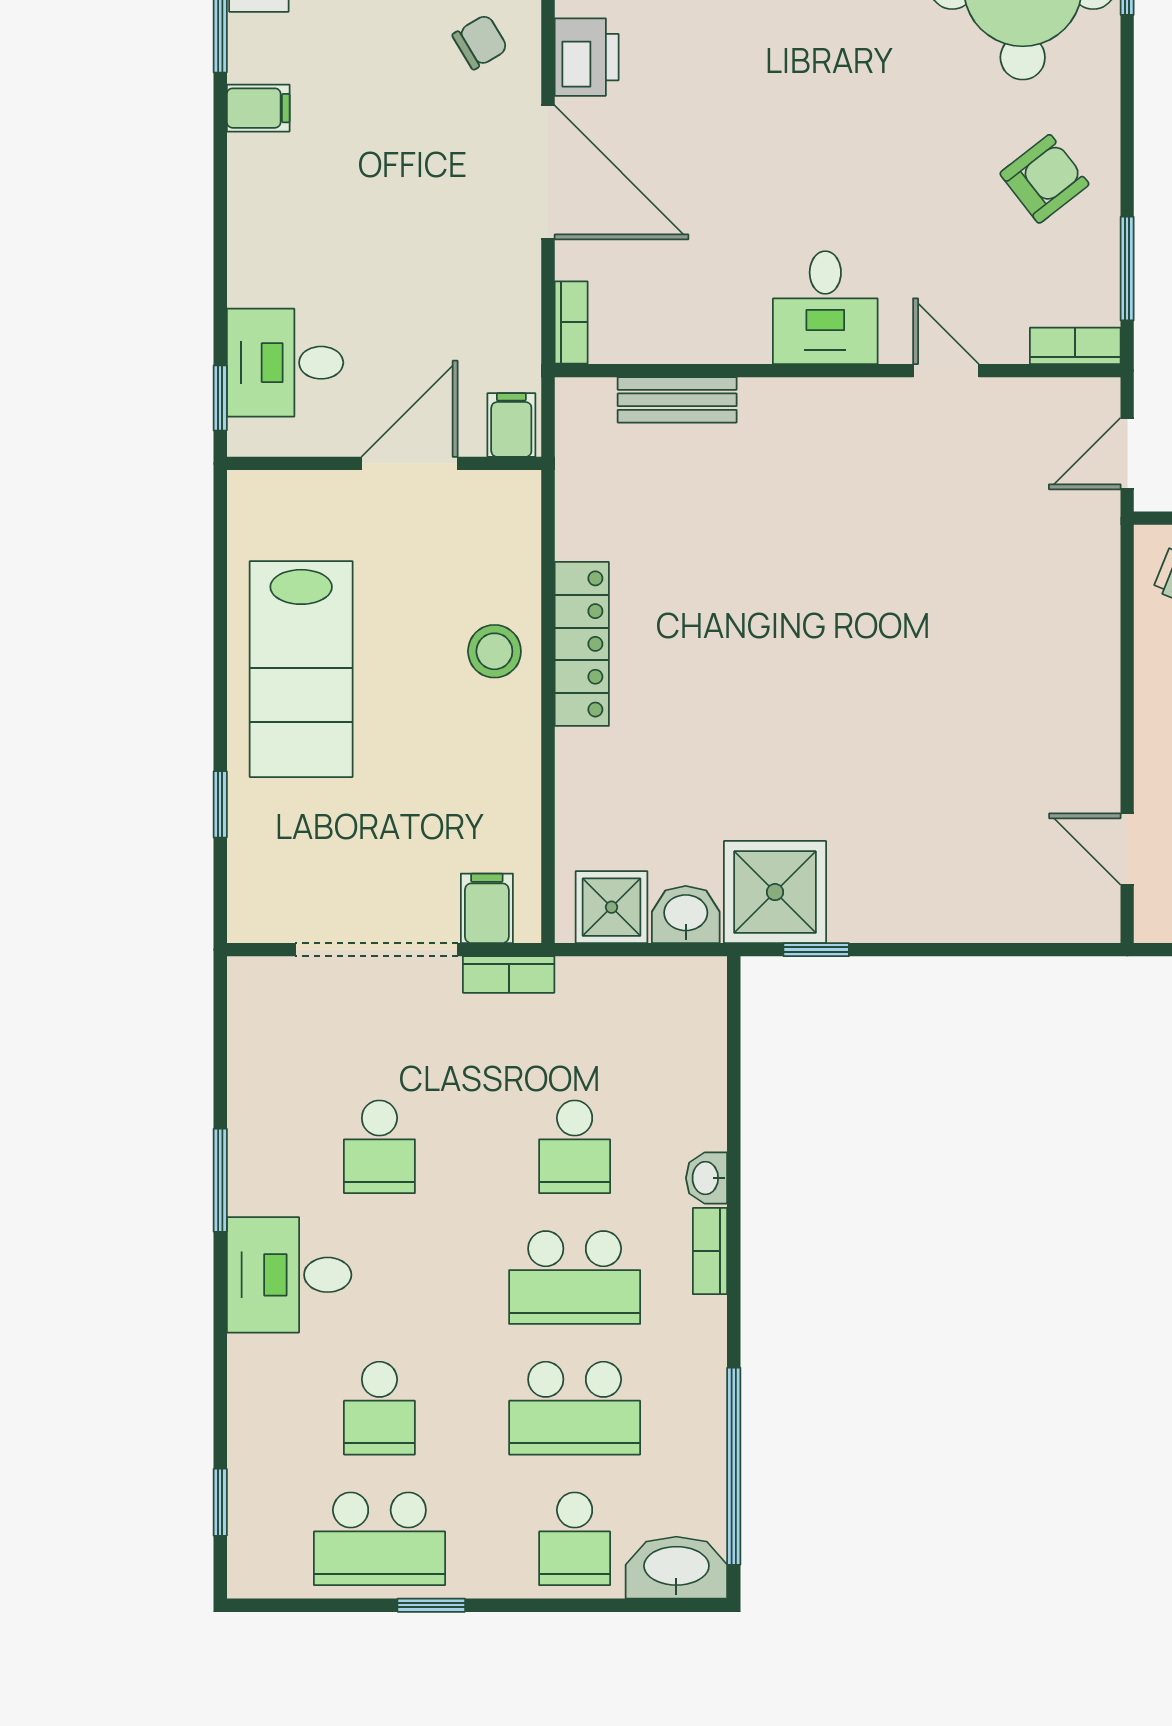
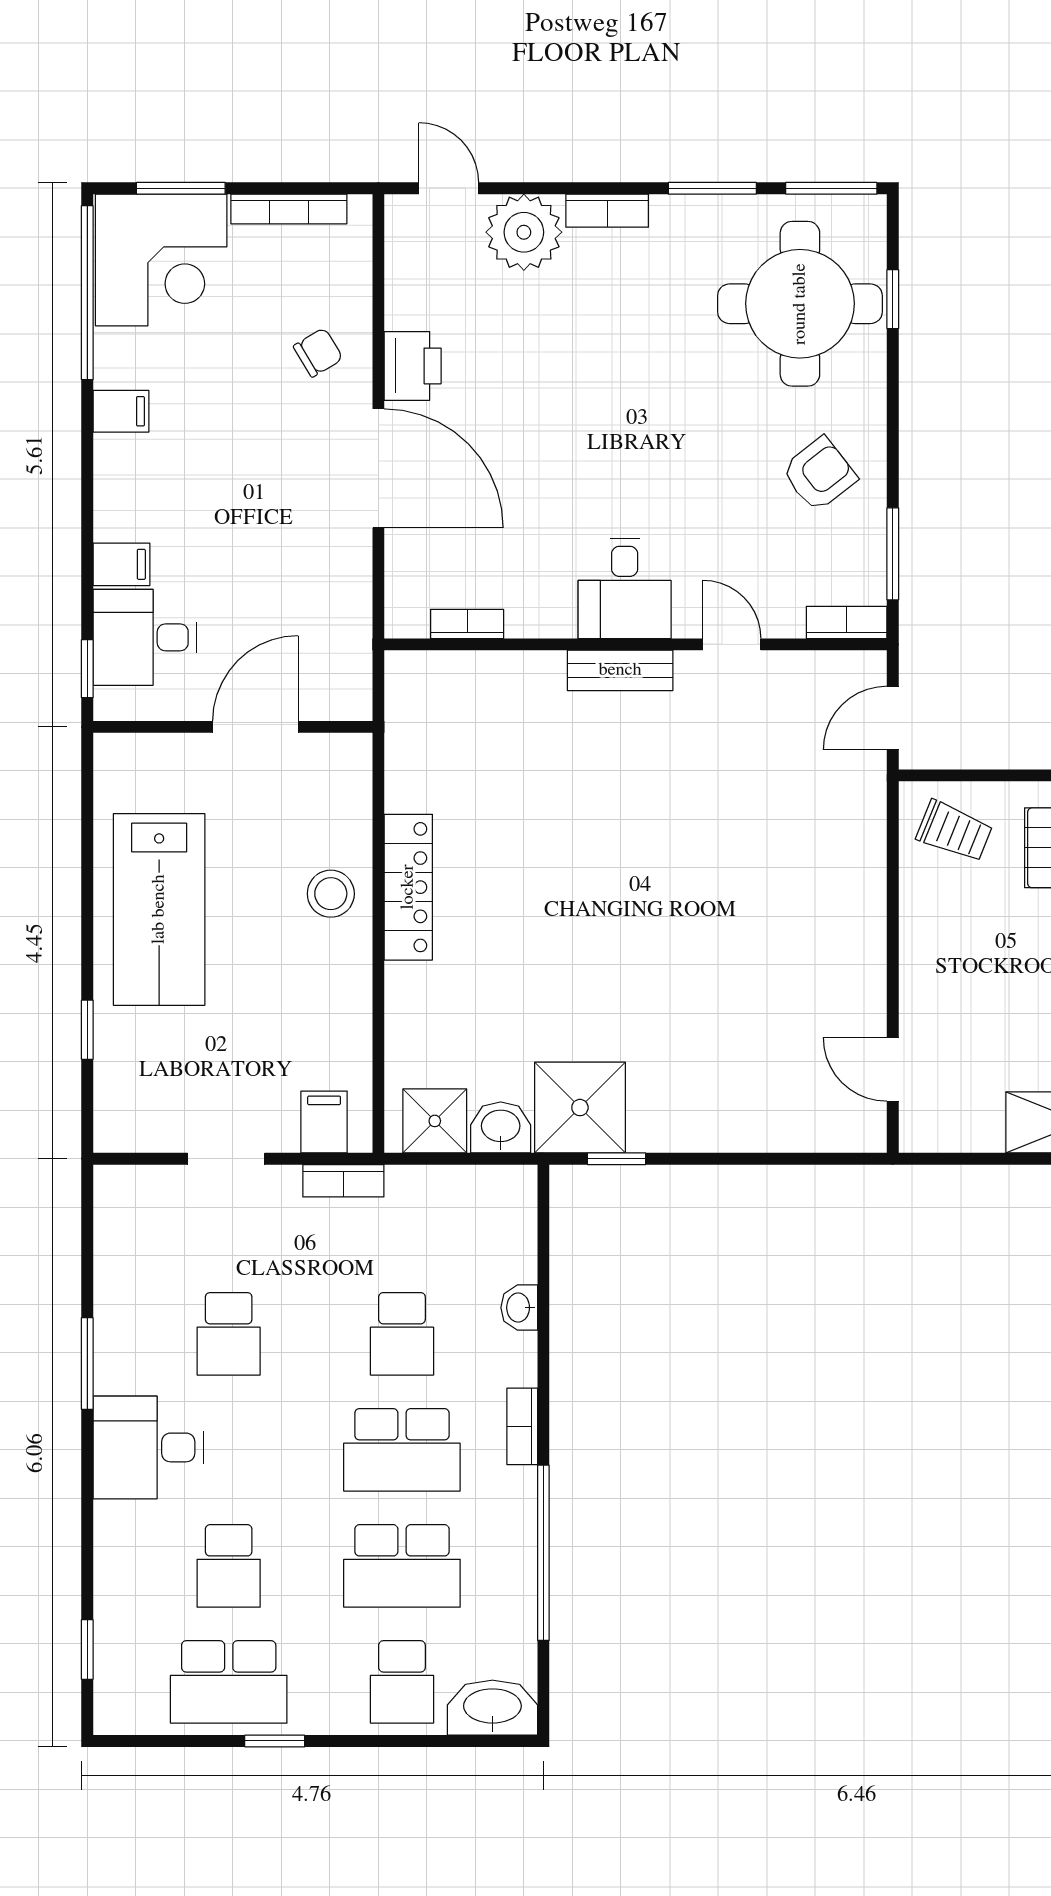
bookcase: (571, 322) -> (467, 624), moved, turned -90
bench: (677, 400) -> (620, 670), moved
filing cabinet: (511, 425) -> (121, 564), moved, turned 90
doorway: (377, 950) -> (226, 1159), width x0.53
washbasin: (707, 1178) -> (519, 1308), moved
window: (734, 1466) -> (543, 1553), moved

